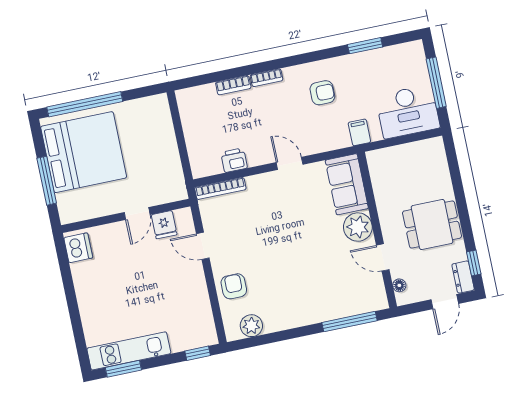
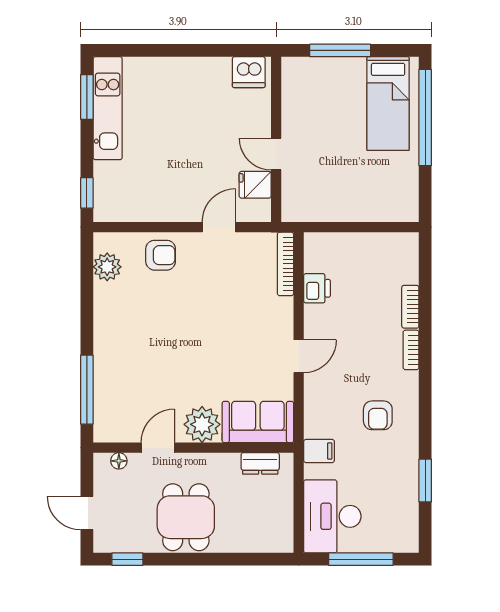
bed: (84, 152) -> (388, 104), width x0.49
dresser: (463, 277) -> (260, 463), moved, turned 180

